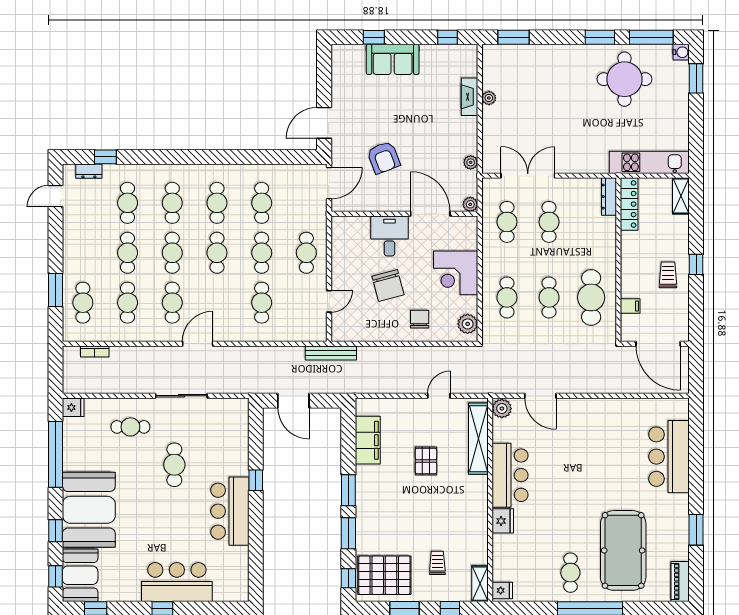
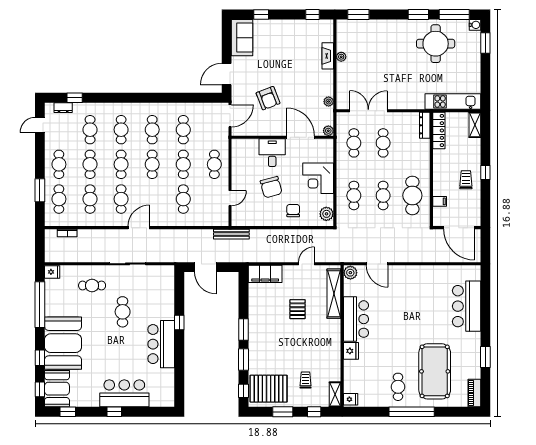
sofa: (393, 59) -> (242, 38), moved, turned -90
cafe table: (83, 253) -> (59, 164), added
filing cabinet: (368, 440) -> (265, 274), moved, turned 90

